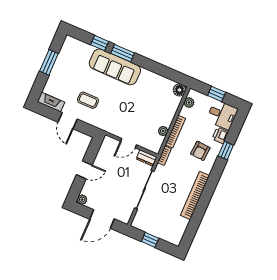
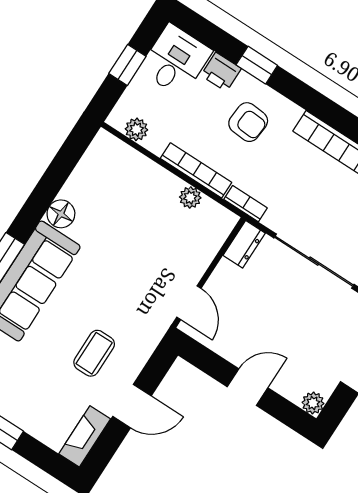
floor lamp: (180, 90) -> (61, 214), moved
door: (129, 143) -> (189, 303), moved
door: (84, 170) -> (248, 387), hinge flipped

